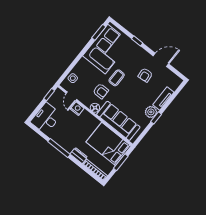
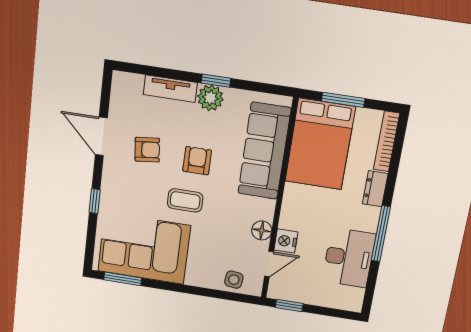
armchair: (101, 91) -> (197, 161), moved
floor lamp: (95, 108) -> (262, 230), moved
desk: (46, 118) -> (349, 258), moved, turned -90

